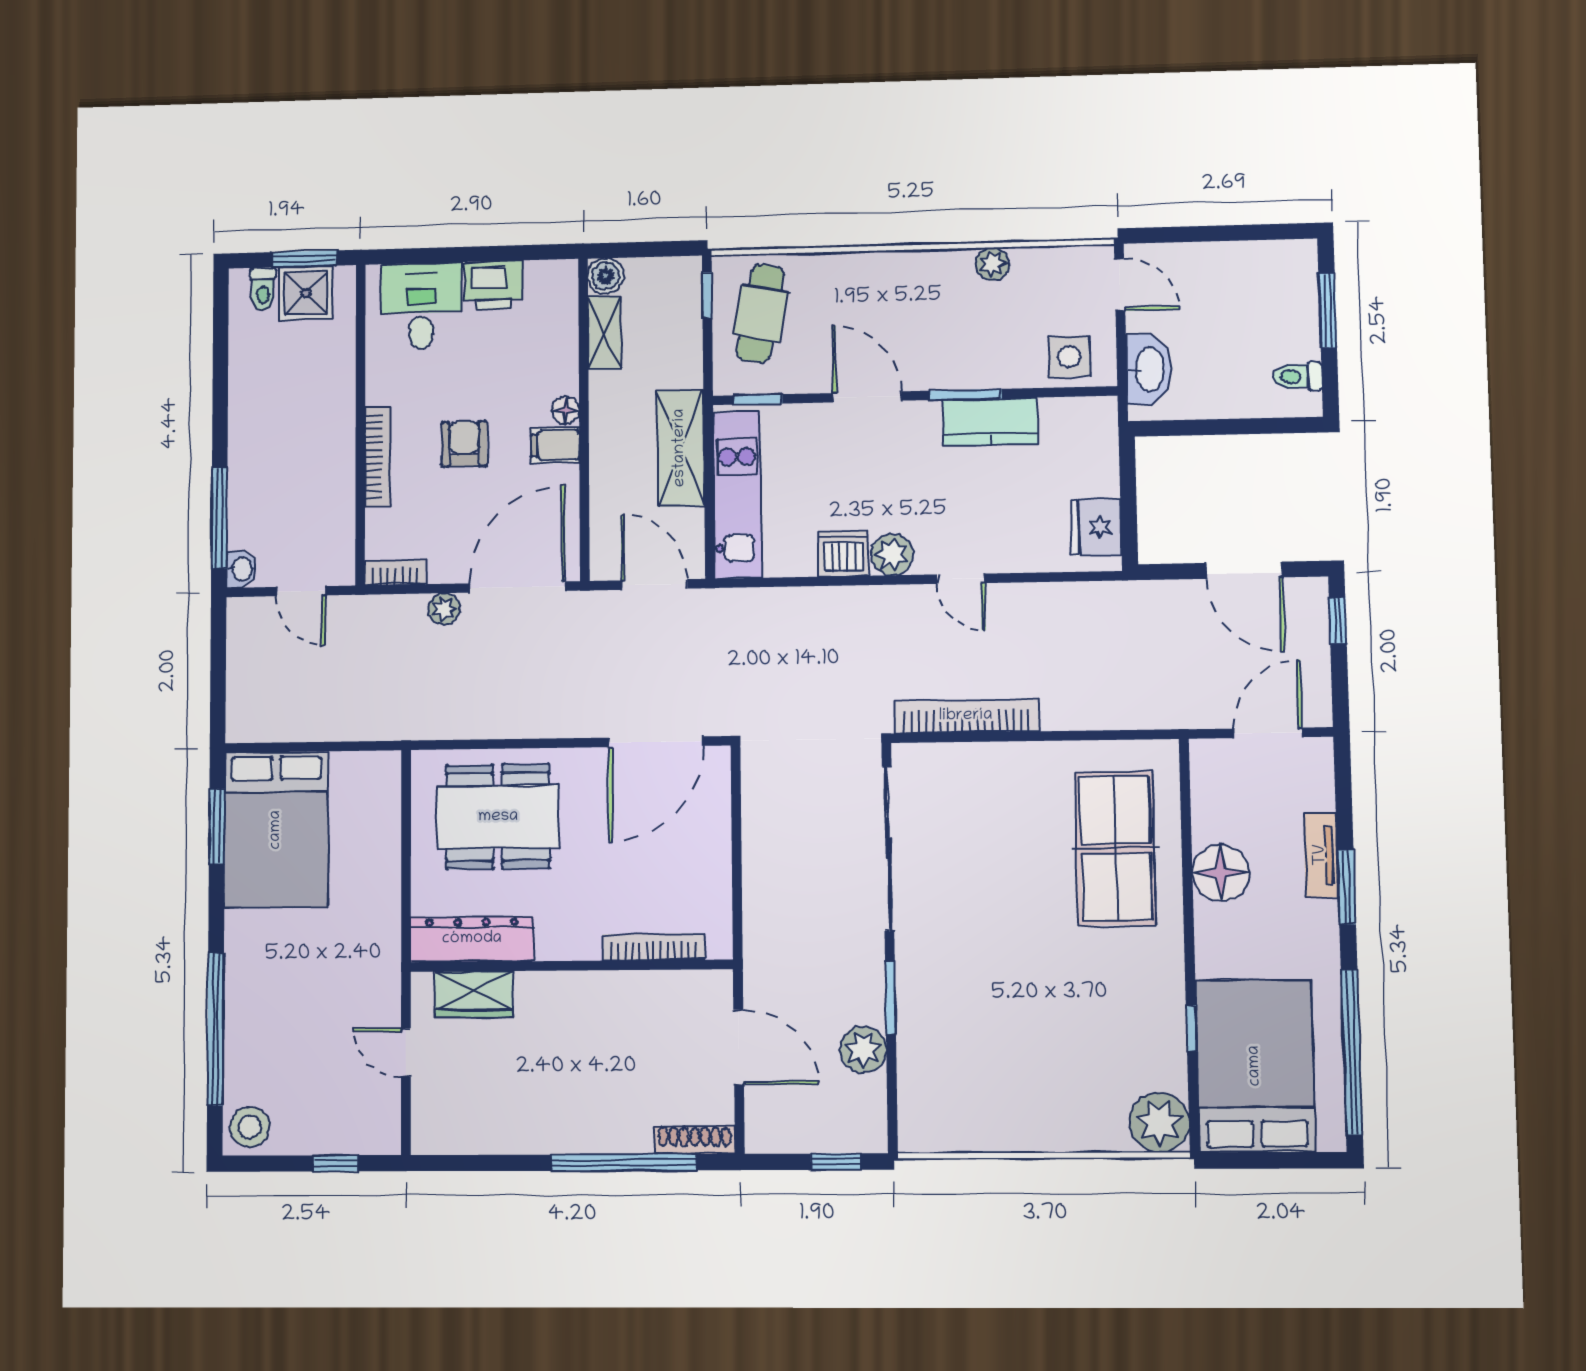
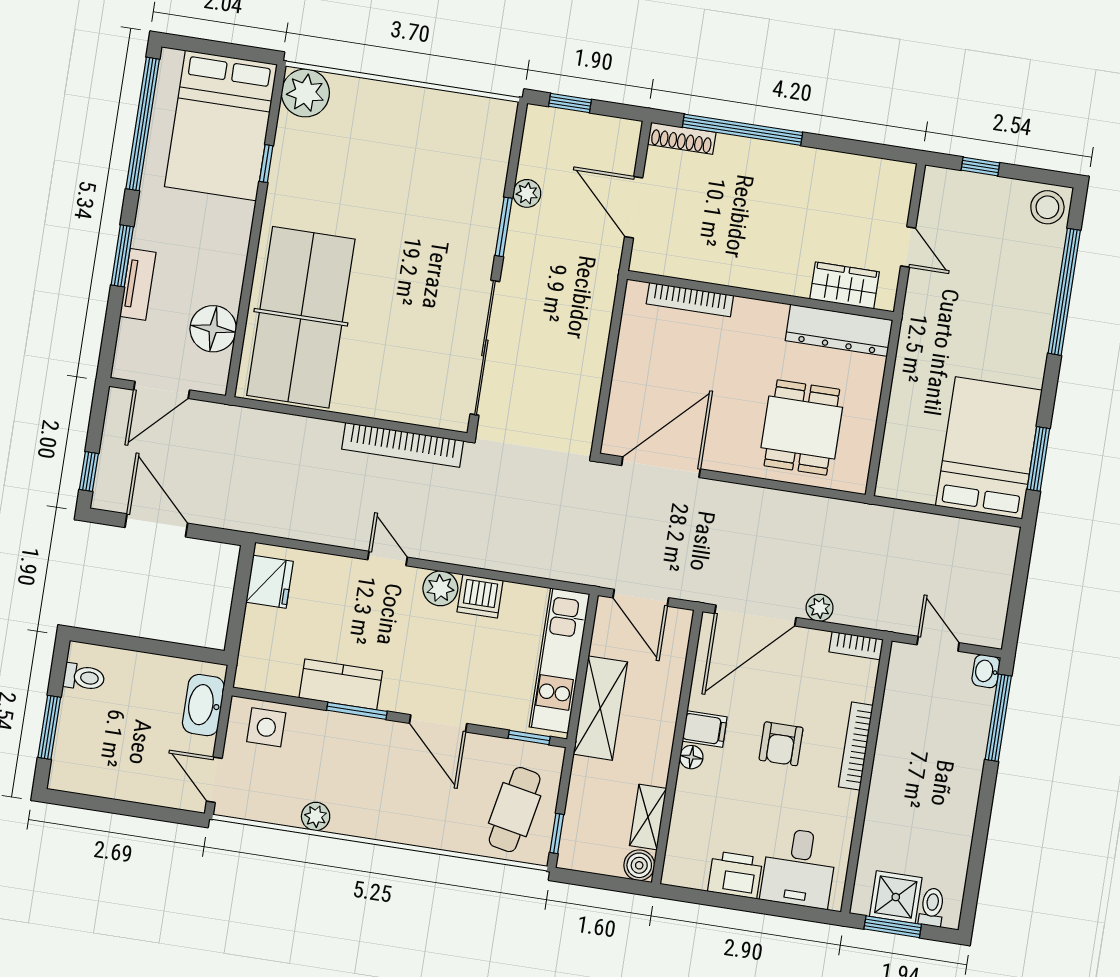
dining table: (498, 817) -> (802, 427), width x0.73
table tennis table: (1116, 848) -> (301, 317), width x1.36, depth x1.32
floor lamp: (1221, 873) -> (213, 329), moved
plant: (863, 1049) -> (527, 193), width x0.73, depth x0.73

